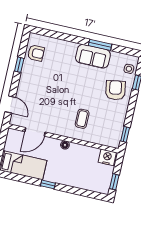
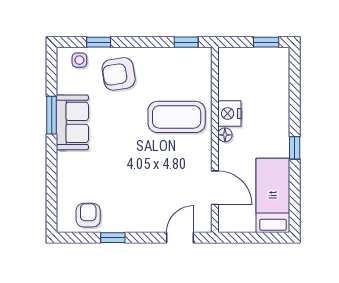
coffee table: (82, 119) -> (177, 117), width x1.86, depth x1.72
nightstand: (107, 157) -> (229, 113), moved

